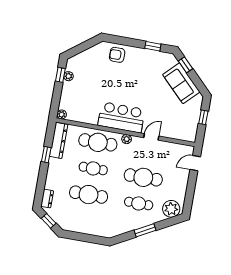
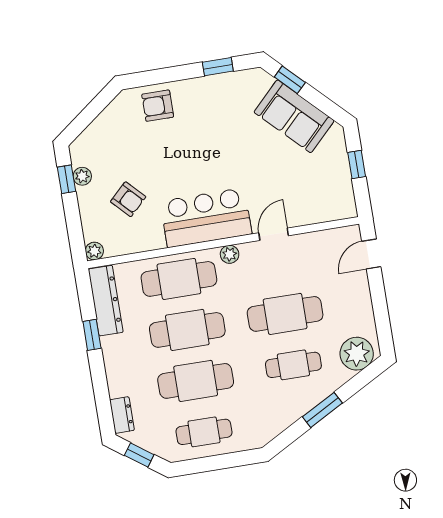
armchair: (87, 95) -> (128, 199), added
cafe table: (93, 168) -> (187, 330), width x1.37, depth x1.35
cafe table: (84, 221) -> (204, 432), added

